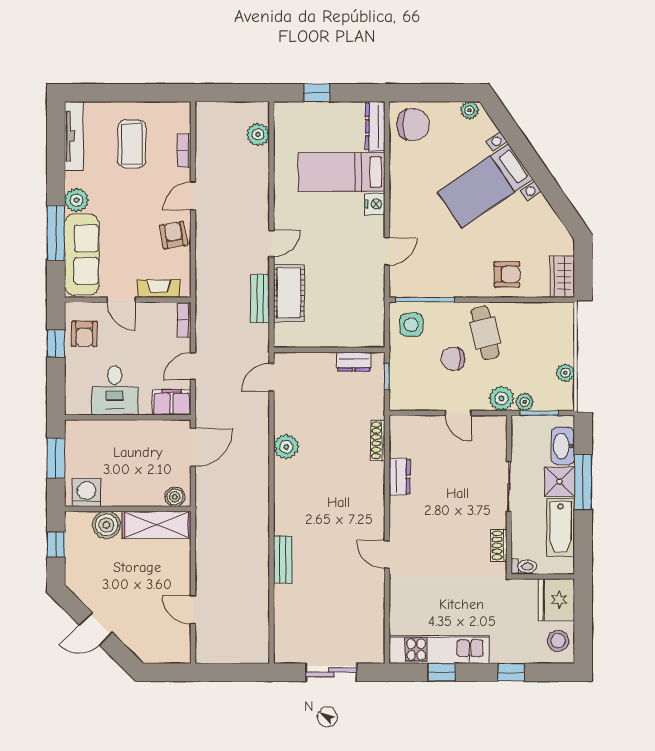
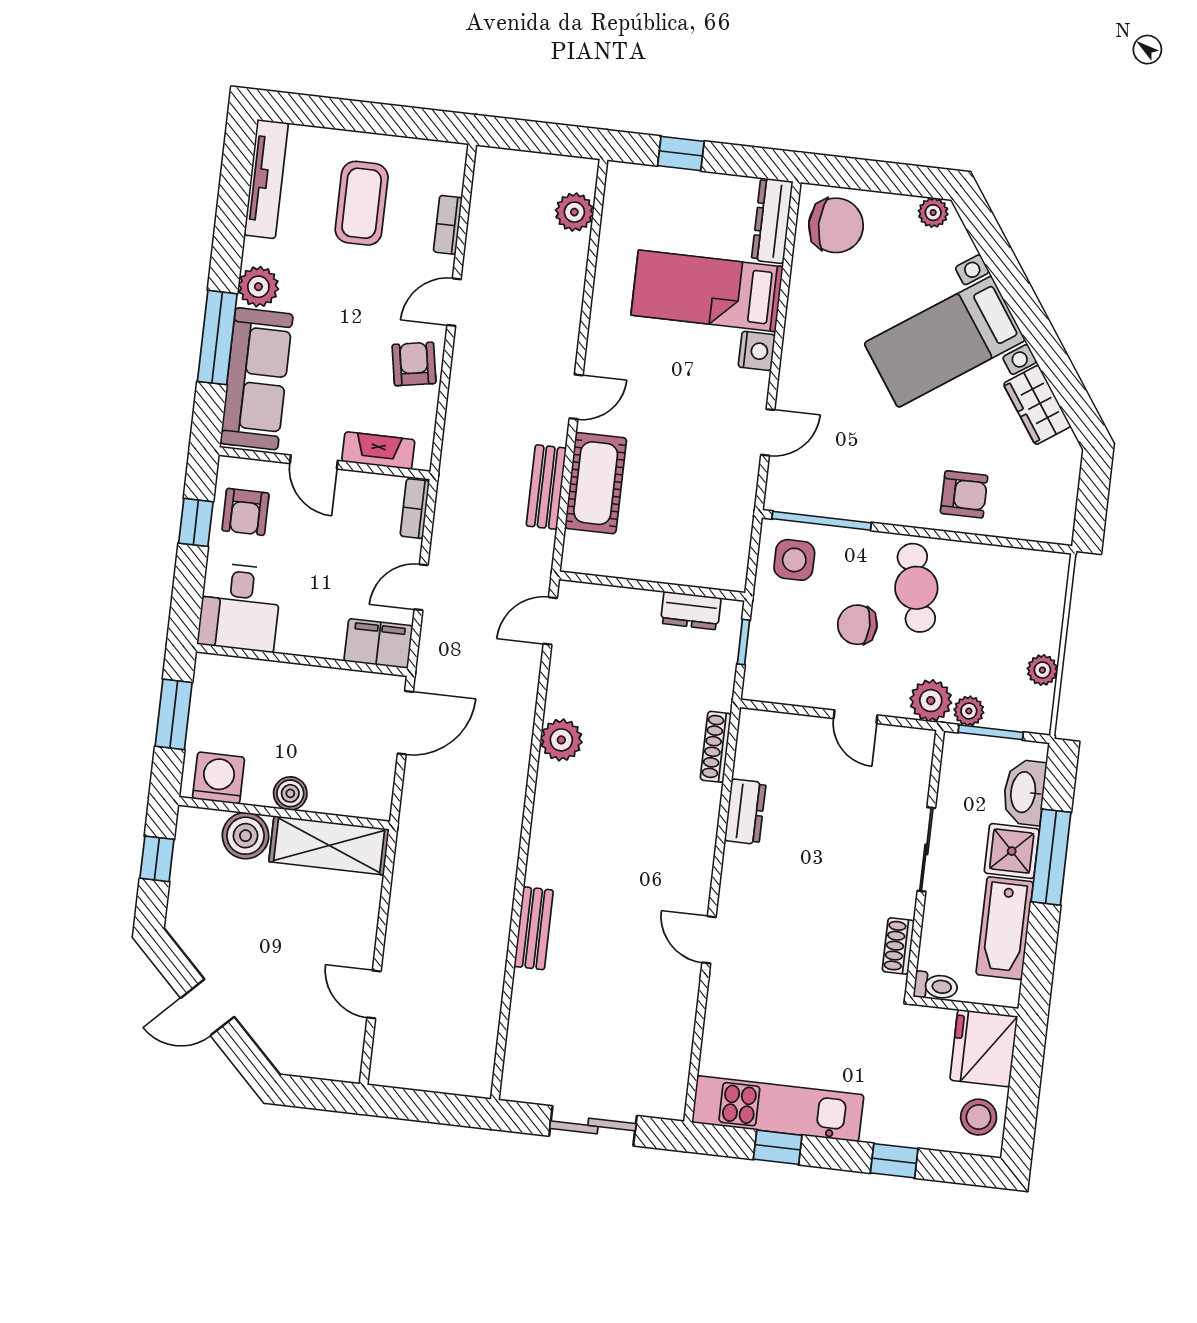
wardrobe: (562, 277) -> (1037, 405), moved, turned -34
desk: (115, 390) -> (240, 607), moved
boiler: (175, 497) -> (290, 793), moved

